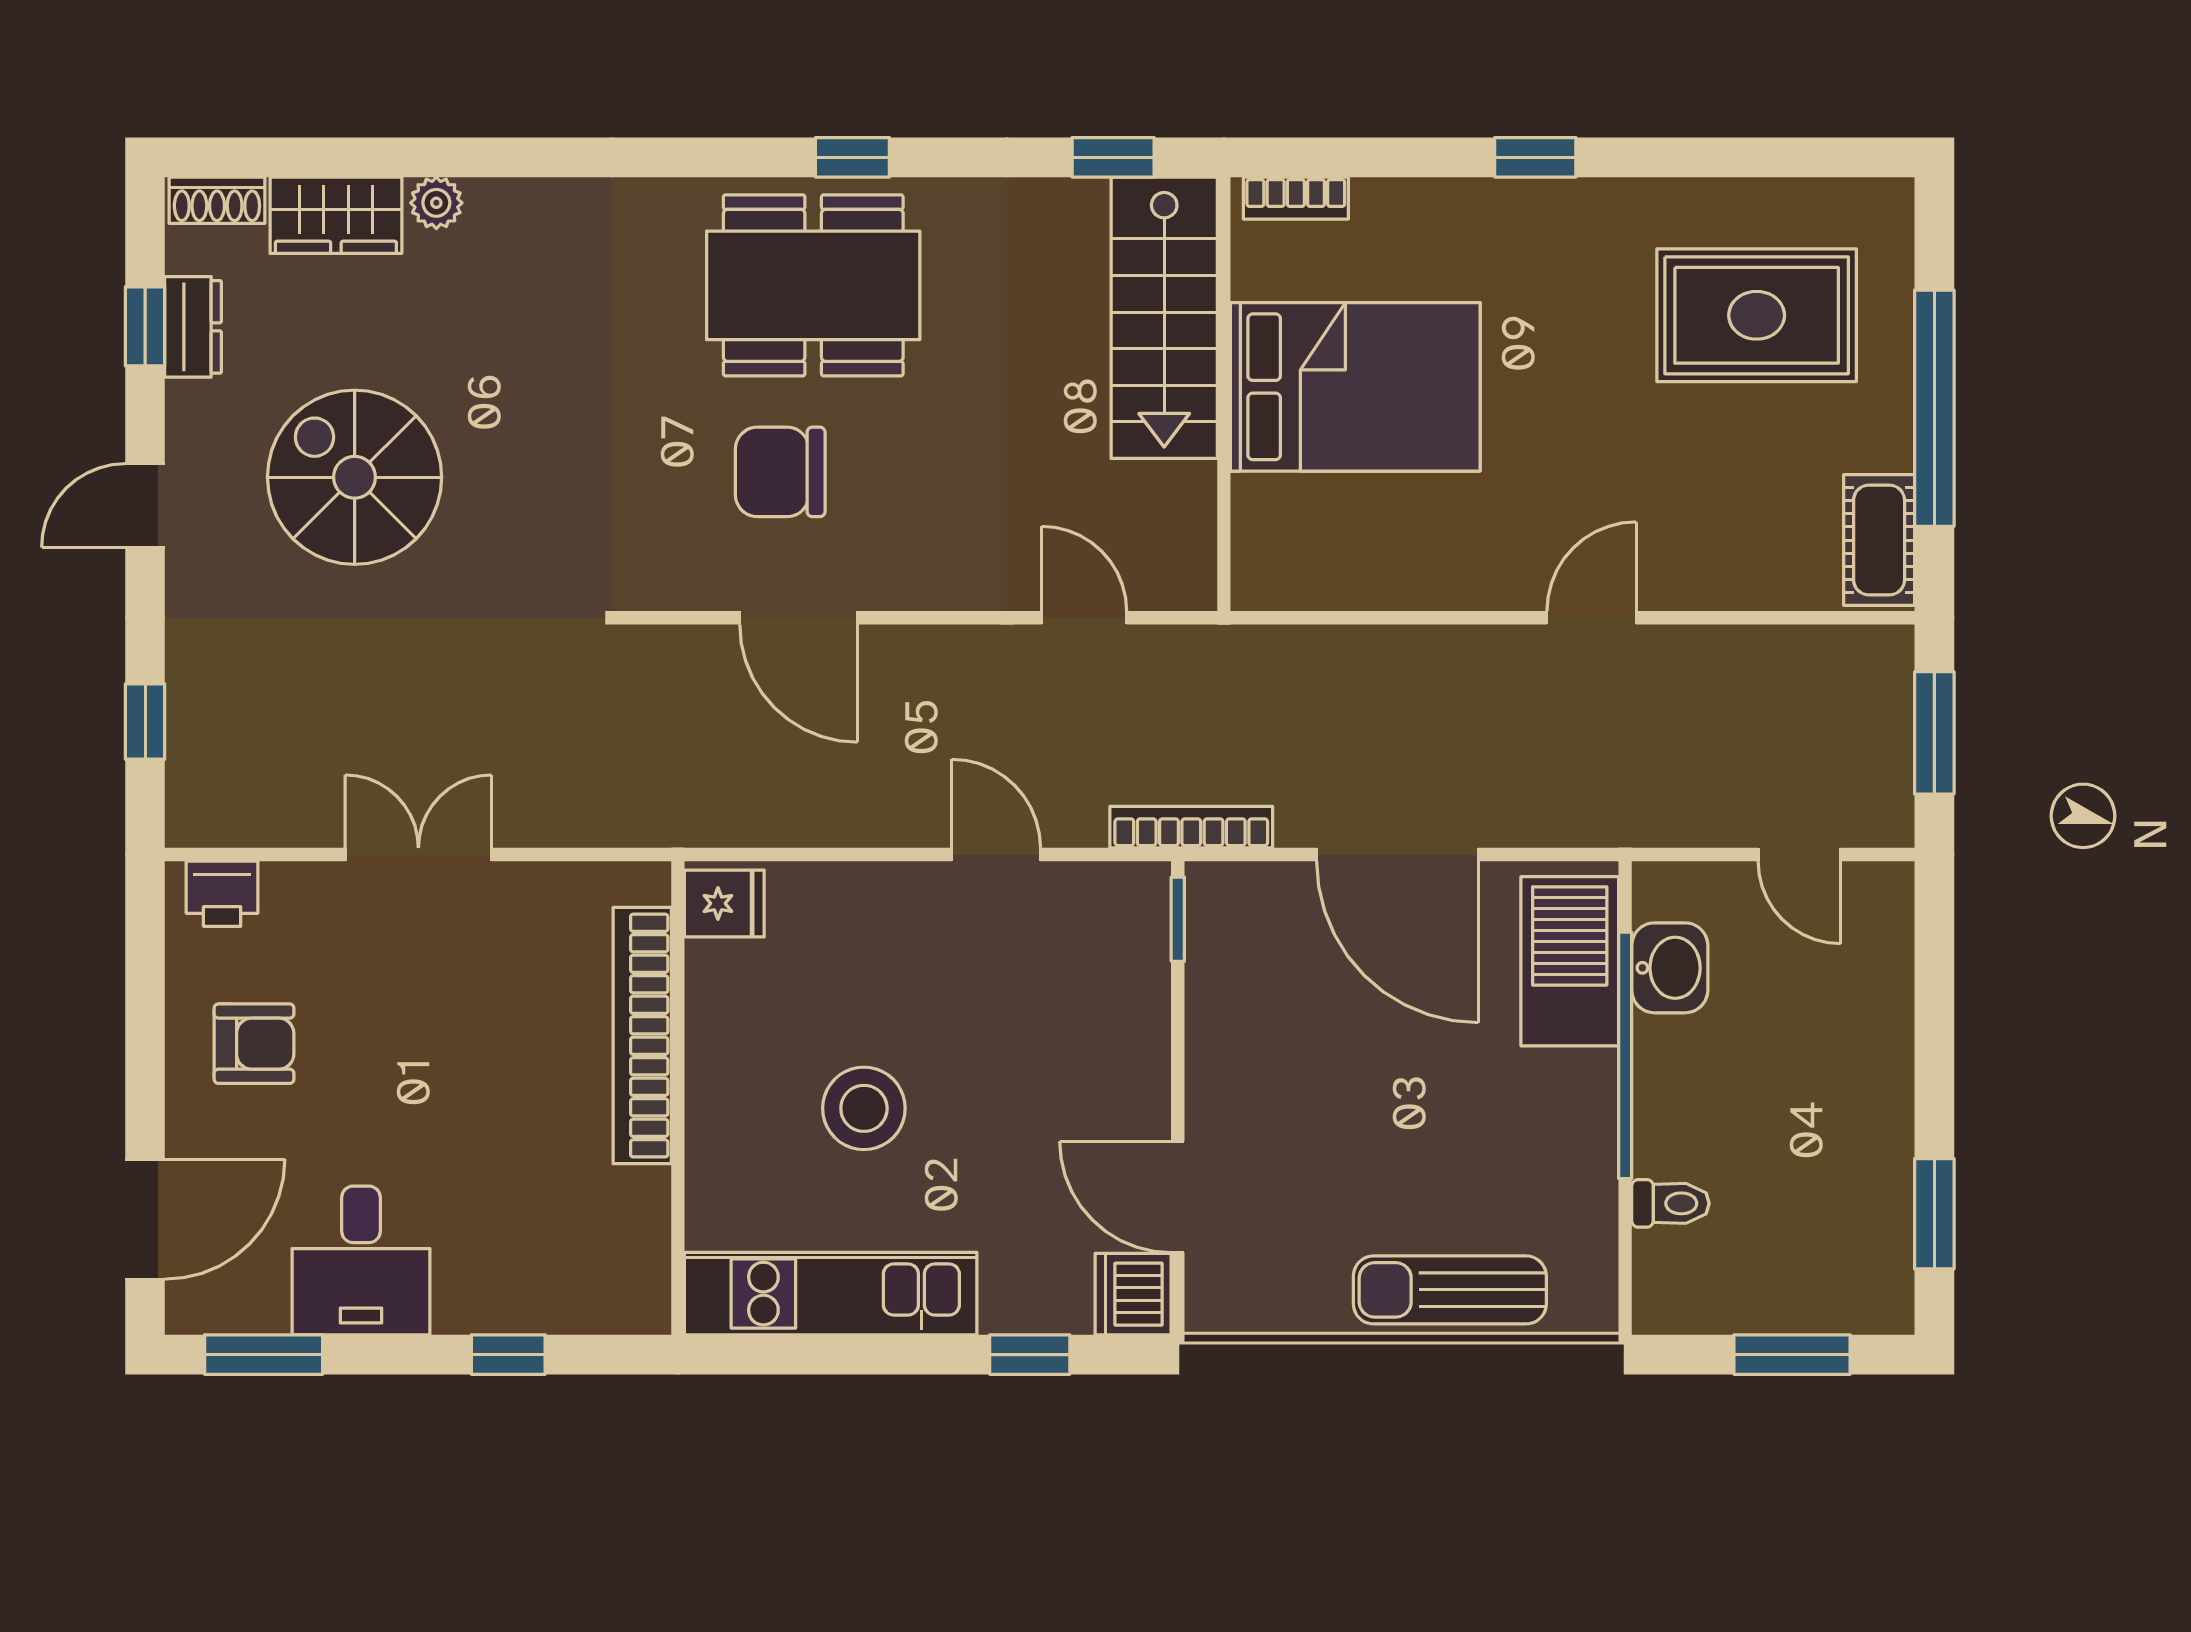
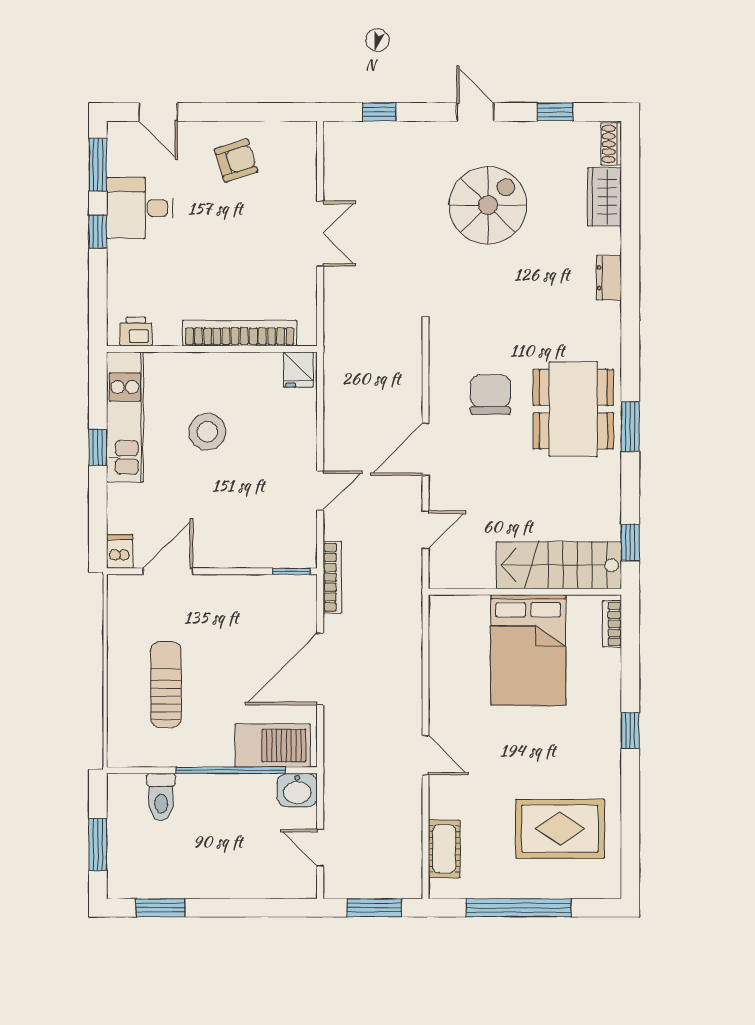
window: (852, 157) -> (630, 427), width x1.50
plant: (436, 203) -> (610, 242), removed
rug: (1757, 315) -> (560, 829), turned 90
dresser: (193, 327) -> (609, 278), moved, turned 90
cot: (1879, 540) -> (444, 849), moved, turned 90
door: (799, 618) -> (425, 449), moved
door: (1799, 855) -> (320, 848), hinge flipped
printer: (222, 894) -> (136, 332), moved, turned 90
washbasin: (1670, 968) -> (297, 790), moved
armchair: (254, 1044) -> (236, 160), turned -107
toilet: (1670, 1203) -> (161, 797), width x1.37, depth x1.39
door: (145, 1219) -> (158, 112), width x0.73
sun lounger: (1450, 1290) -> (166, 685), moved
dishwasher: (1133, 1294) -> (120, 551), width x0.73
window: (508, 1355) -> (98, 232), moved
window: (1030, 1355) -> (98, 448), moved

